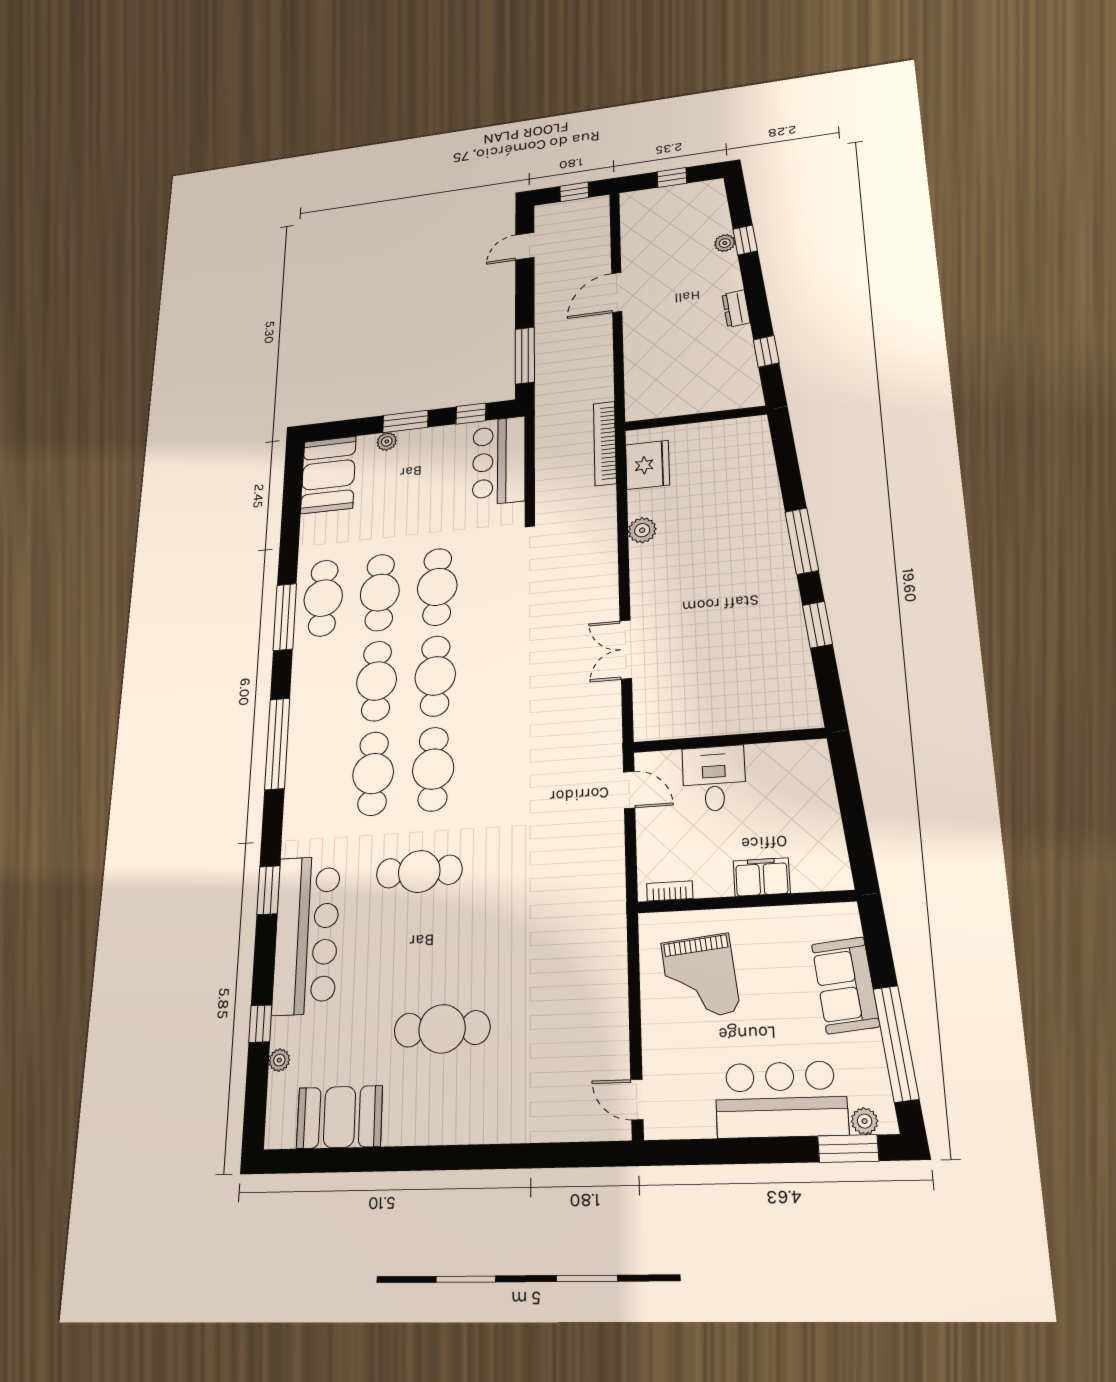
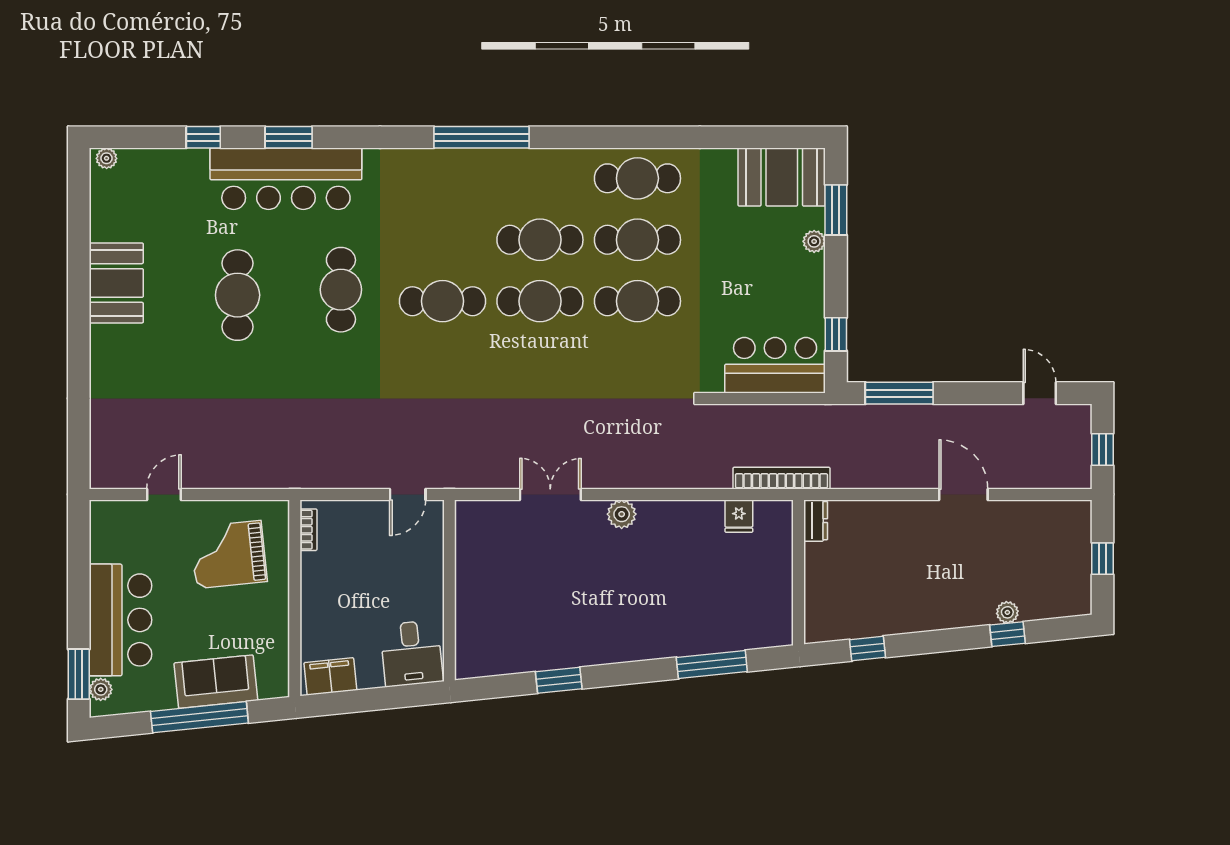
dresser: (736, 309) -> (816, 521), moved, turned 96
window: (405, 421) -> (836, 210), moved
fridge: (648, 465) -> (739, 516), width x0.53, depth x0.75
plant: (642, 530) -> (622, 514), moved
window: (802, 541) -> (712, 665), moved
window: (285, 617) -> (620, 137), removed
cafe table: (373, 773) -> (443, 240), removed
desk: (714, 779) -> (411, 653), moved, turned 84
filing cabinet: (762, 877) -> (330, 676), moved, turned -96
window: (268, 890) -> (289, 137), moved
cafe table: (442, 1029) -> (238, 295), moved
window: (896, 1043) -> (199, 717), moved
plant: (279, 1060) -> (107, 158), moved
door: (637, 1100) -> (164, 494), moved
booth: (339, 1117) -> (116, 283), moved

